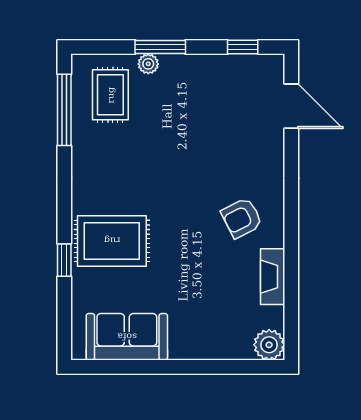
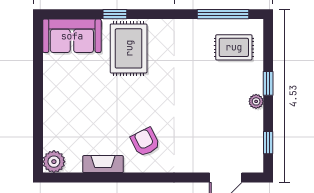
window: (160, 47) -> (268, 83), width x0.67
plant: (148, 64) -> (256, 101), moved
sofa: (127, 337) -> (72, 36), moved, turned 90

